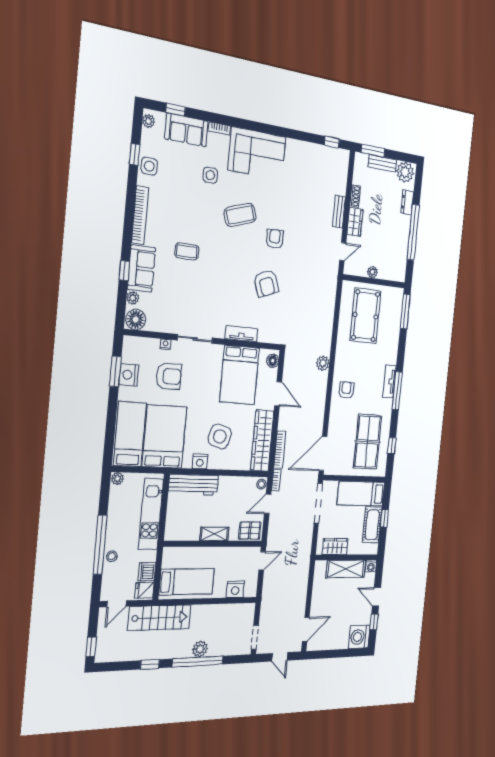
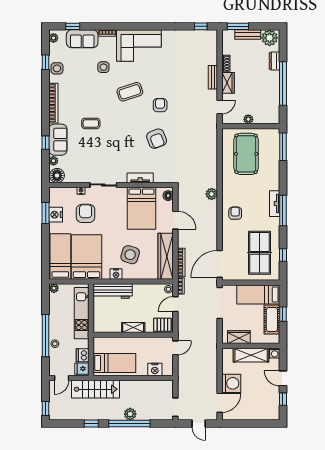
armchair: (169, 376) -> (86, 213), turned -90
washing machine: (359, 637) -> (231, 383), moved, turned 180

